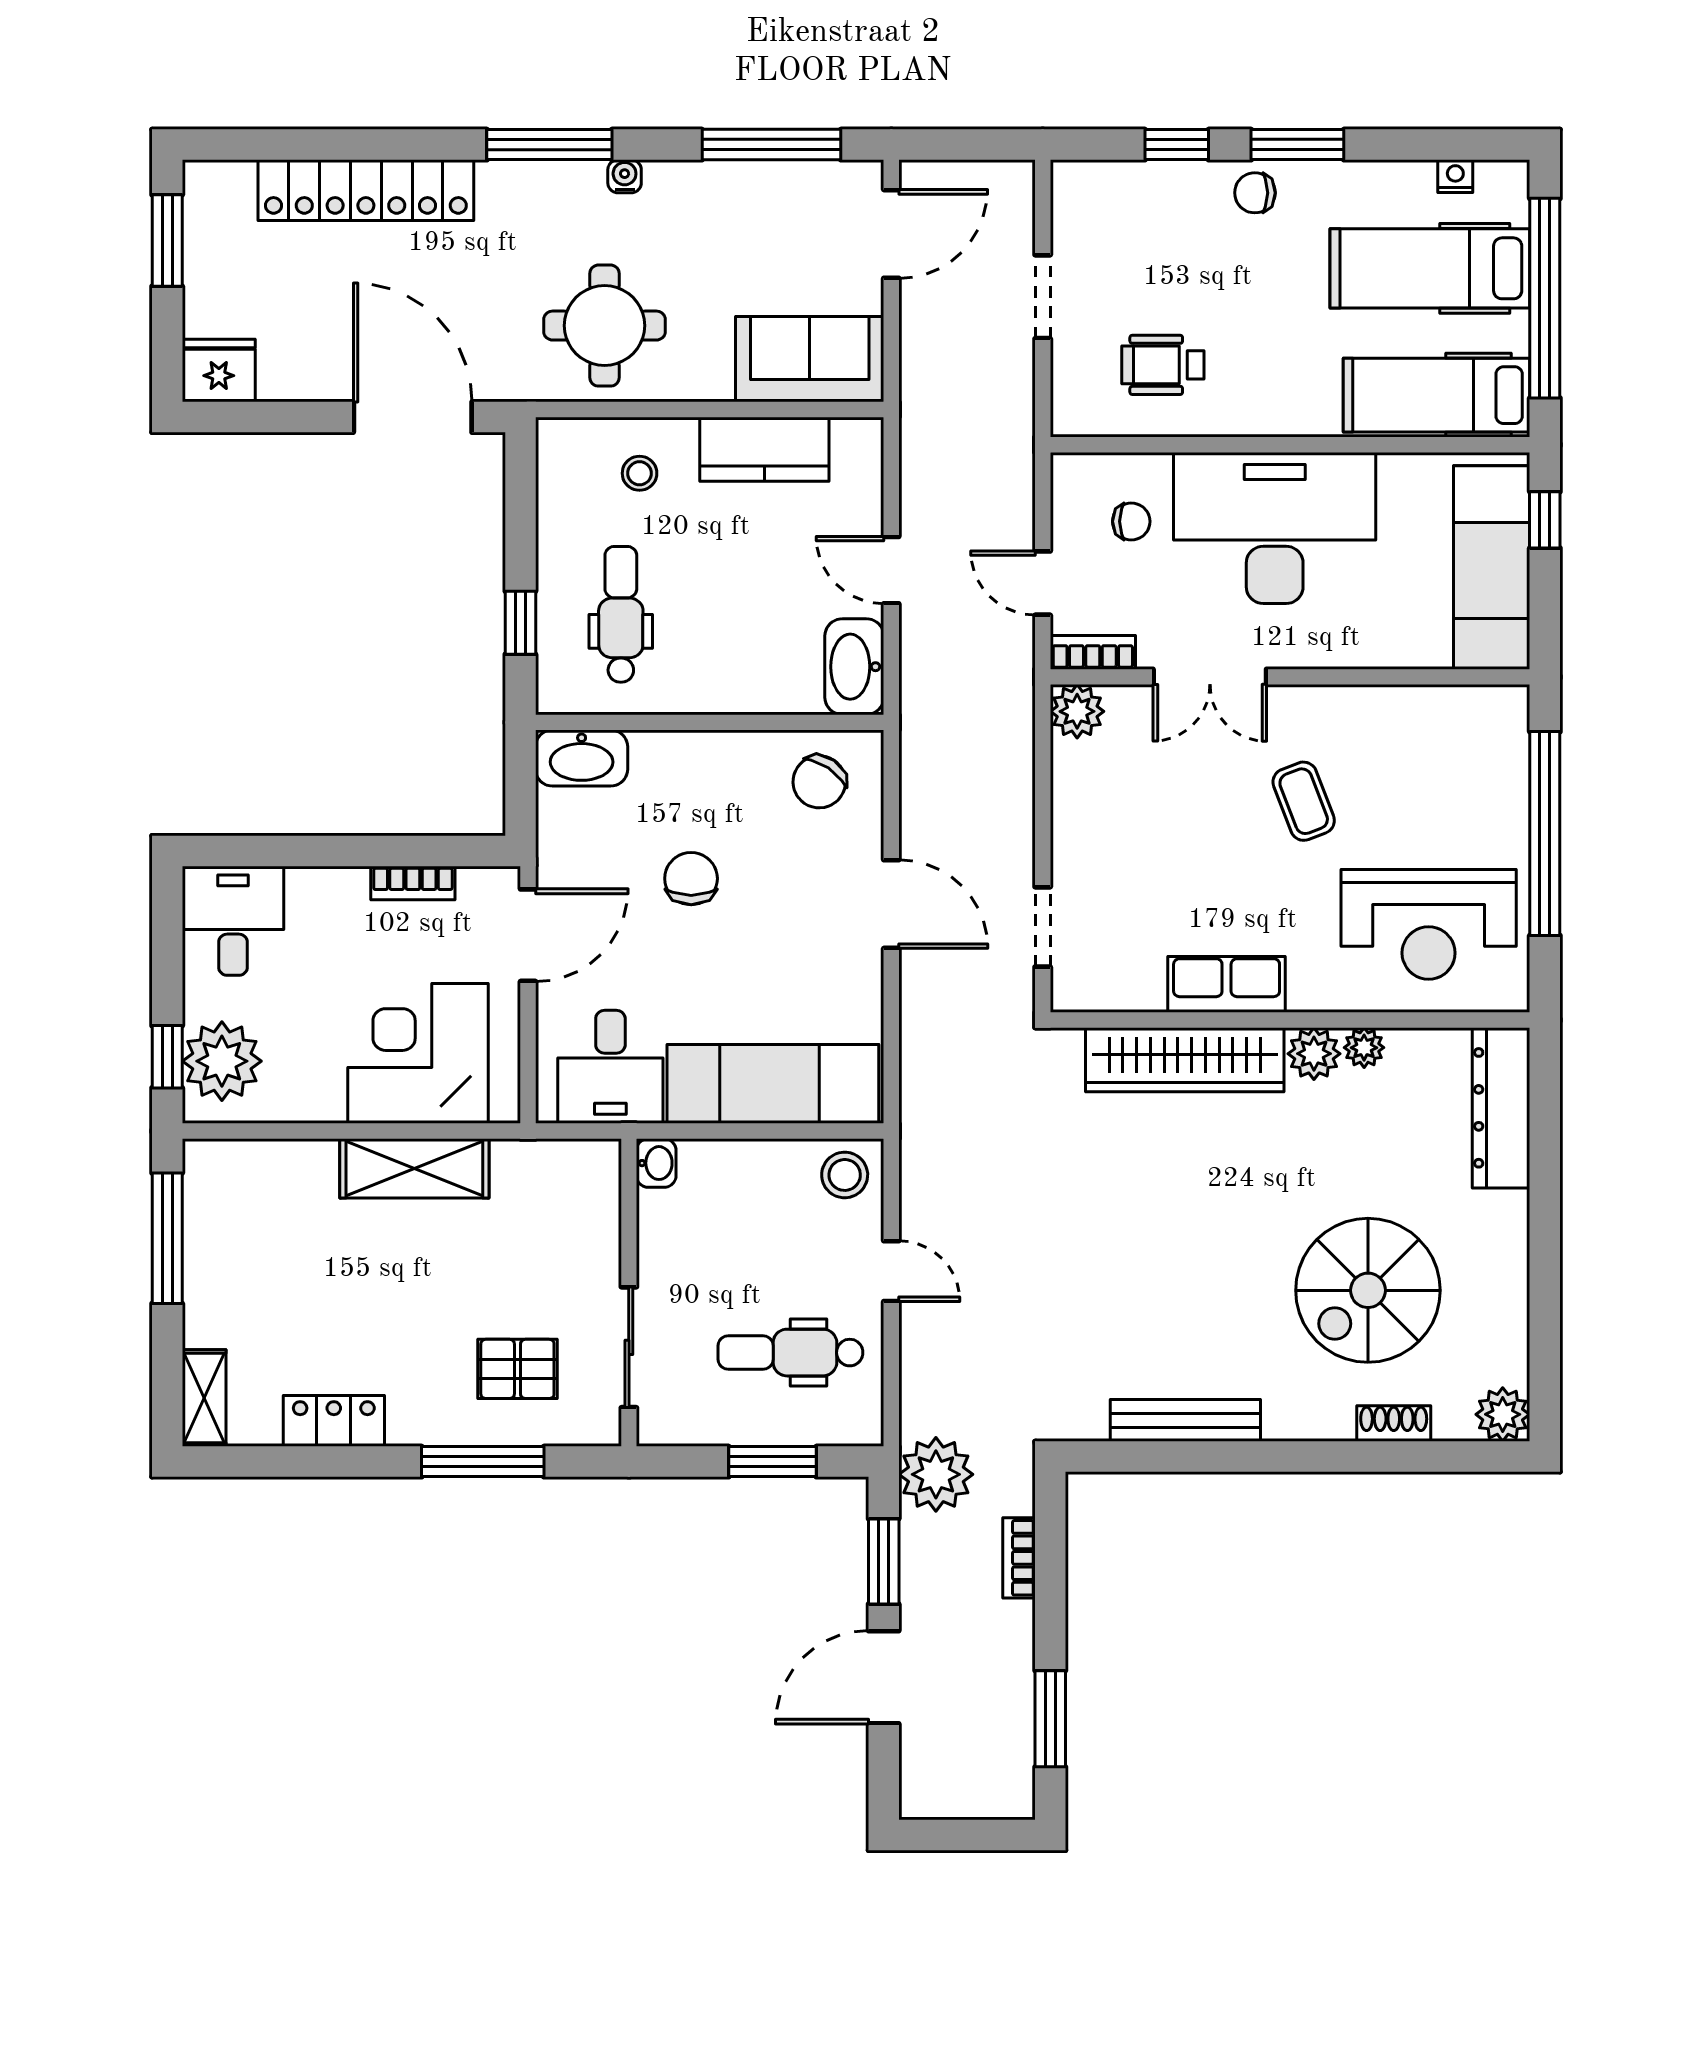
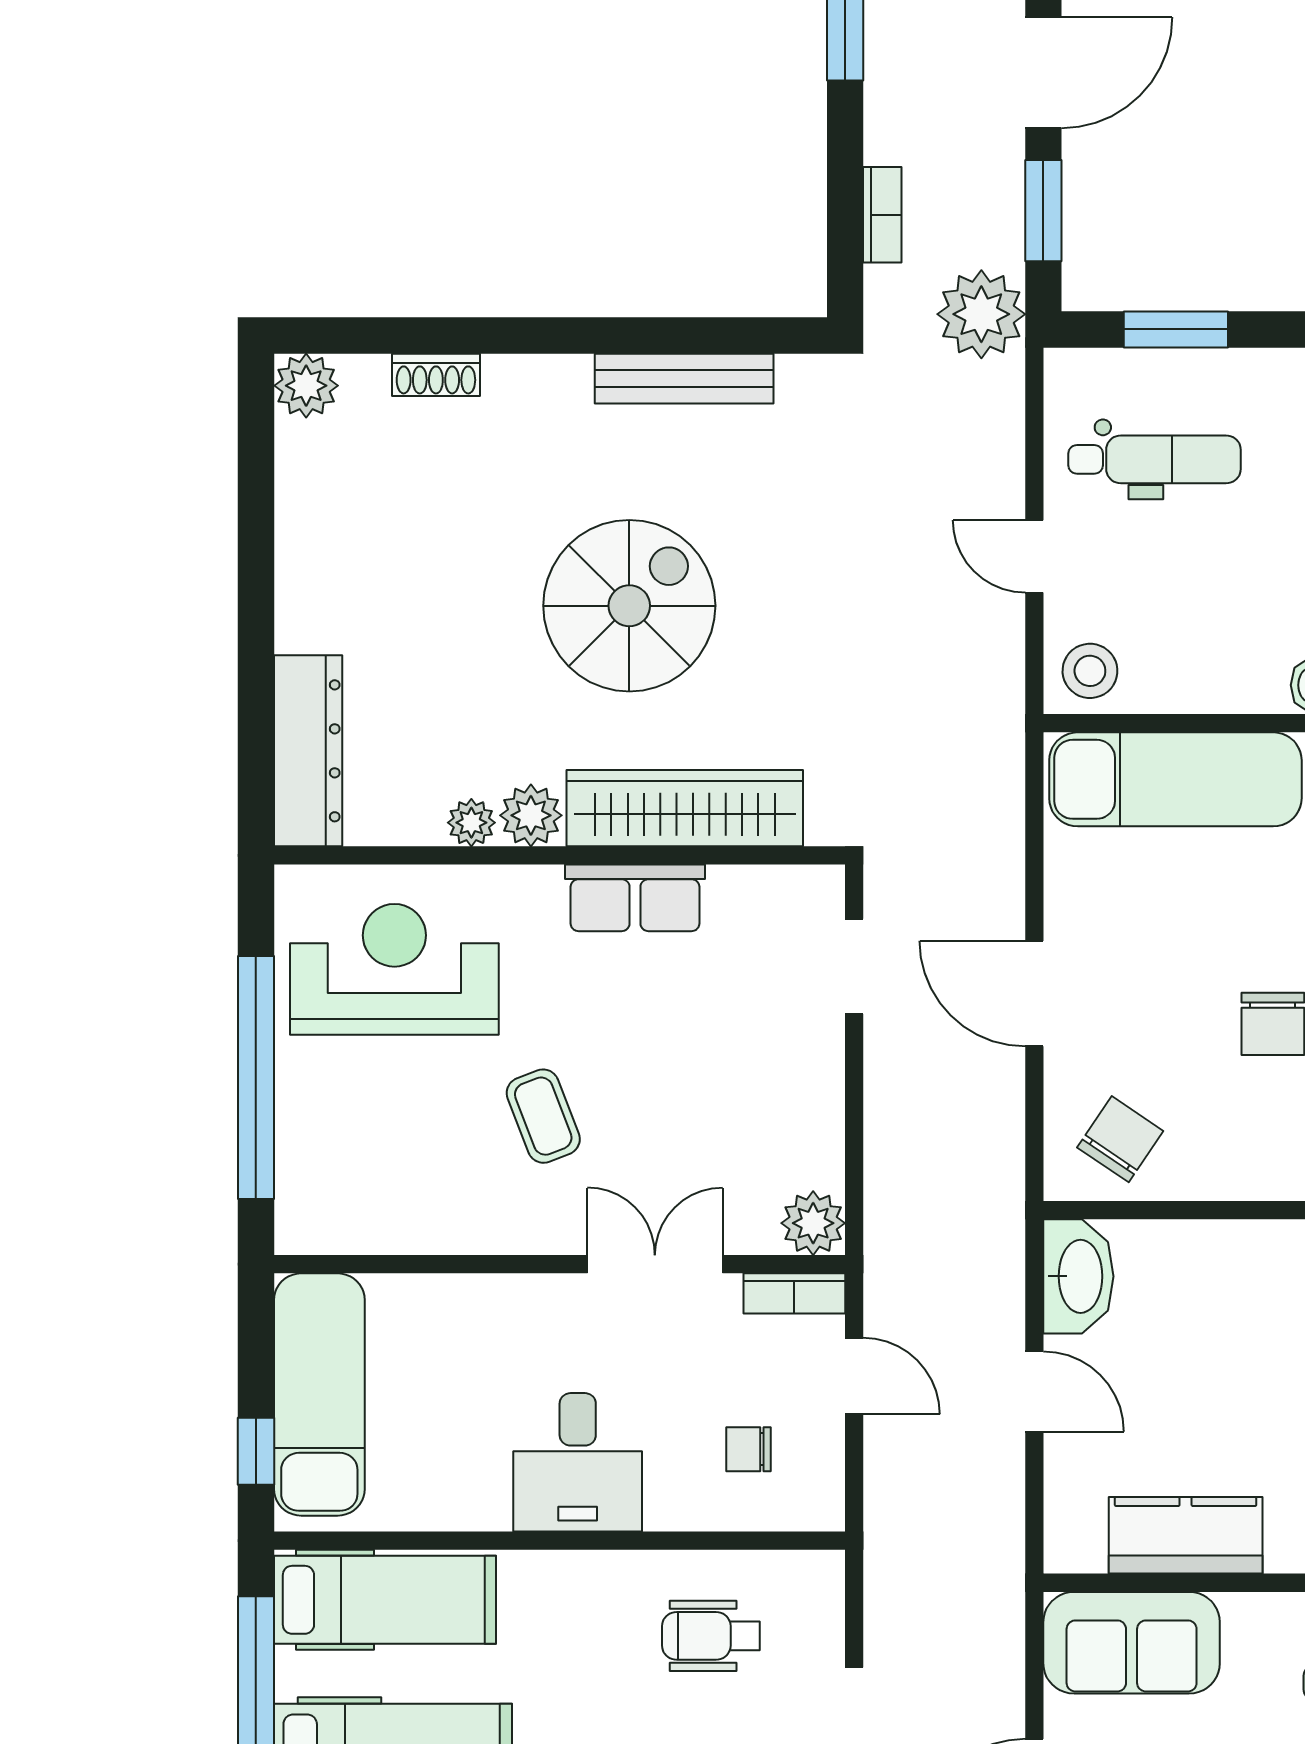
wheelchair: (1163, 365) -> (711, 1636), turned 180
desk: (1275, 528) -> (578, 1462), width x0.53, depth x0.77
spiral stairs: (1368, 1290) -> (629, 606), moved

